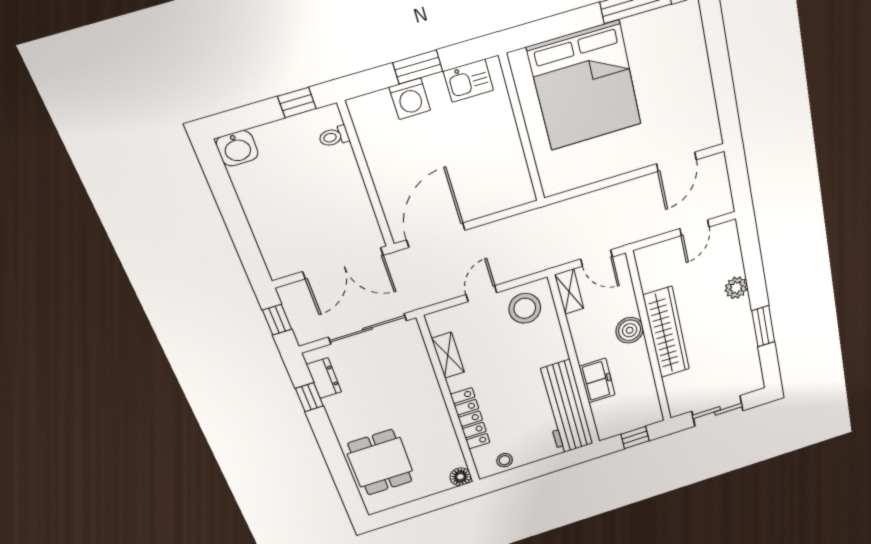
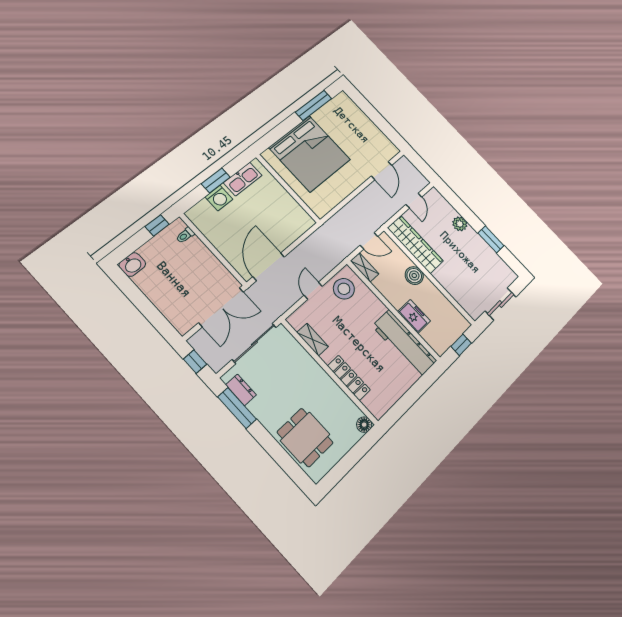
kitchen sink: (468, 81) -> (243, 179), width x1.38
wardrobe: (666, 333) -> (415, 244), moved
window: (309, 397) -> (237, 408), width x2.17
stool: (505, 460) -> (387, 399), removed

